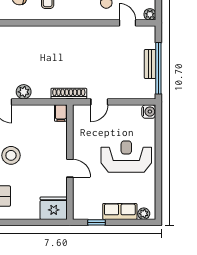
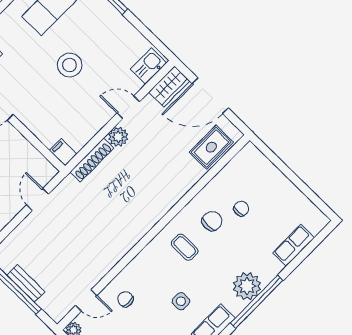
shoe rack: (69, 94) -> (92, 160), moved

